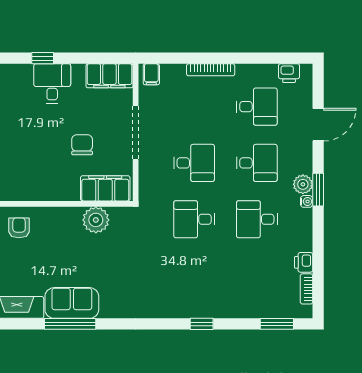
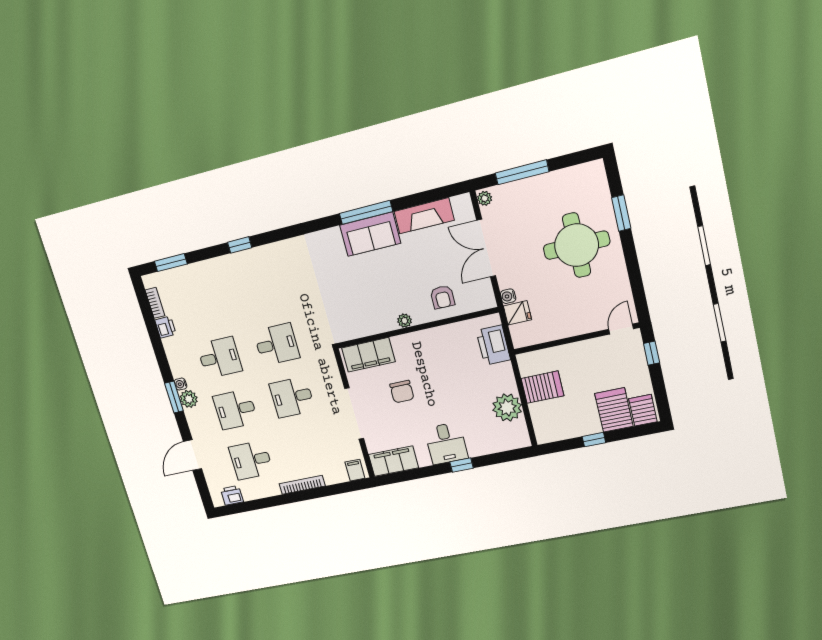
plant: (96, 220) -> (405, 321), moved, width x0.53, depth x0.53

